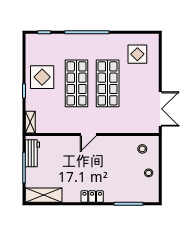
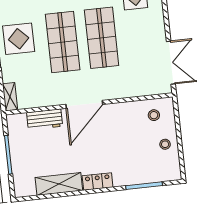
door: (88, 134) -> (84, 104), width x1.87
workbench: (32, 153) -> (45, 119), moved, turned 90
shelving: (44, 195) -> (59, 184), moved

